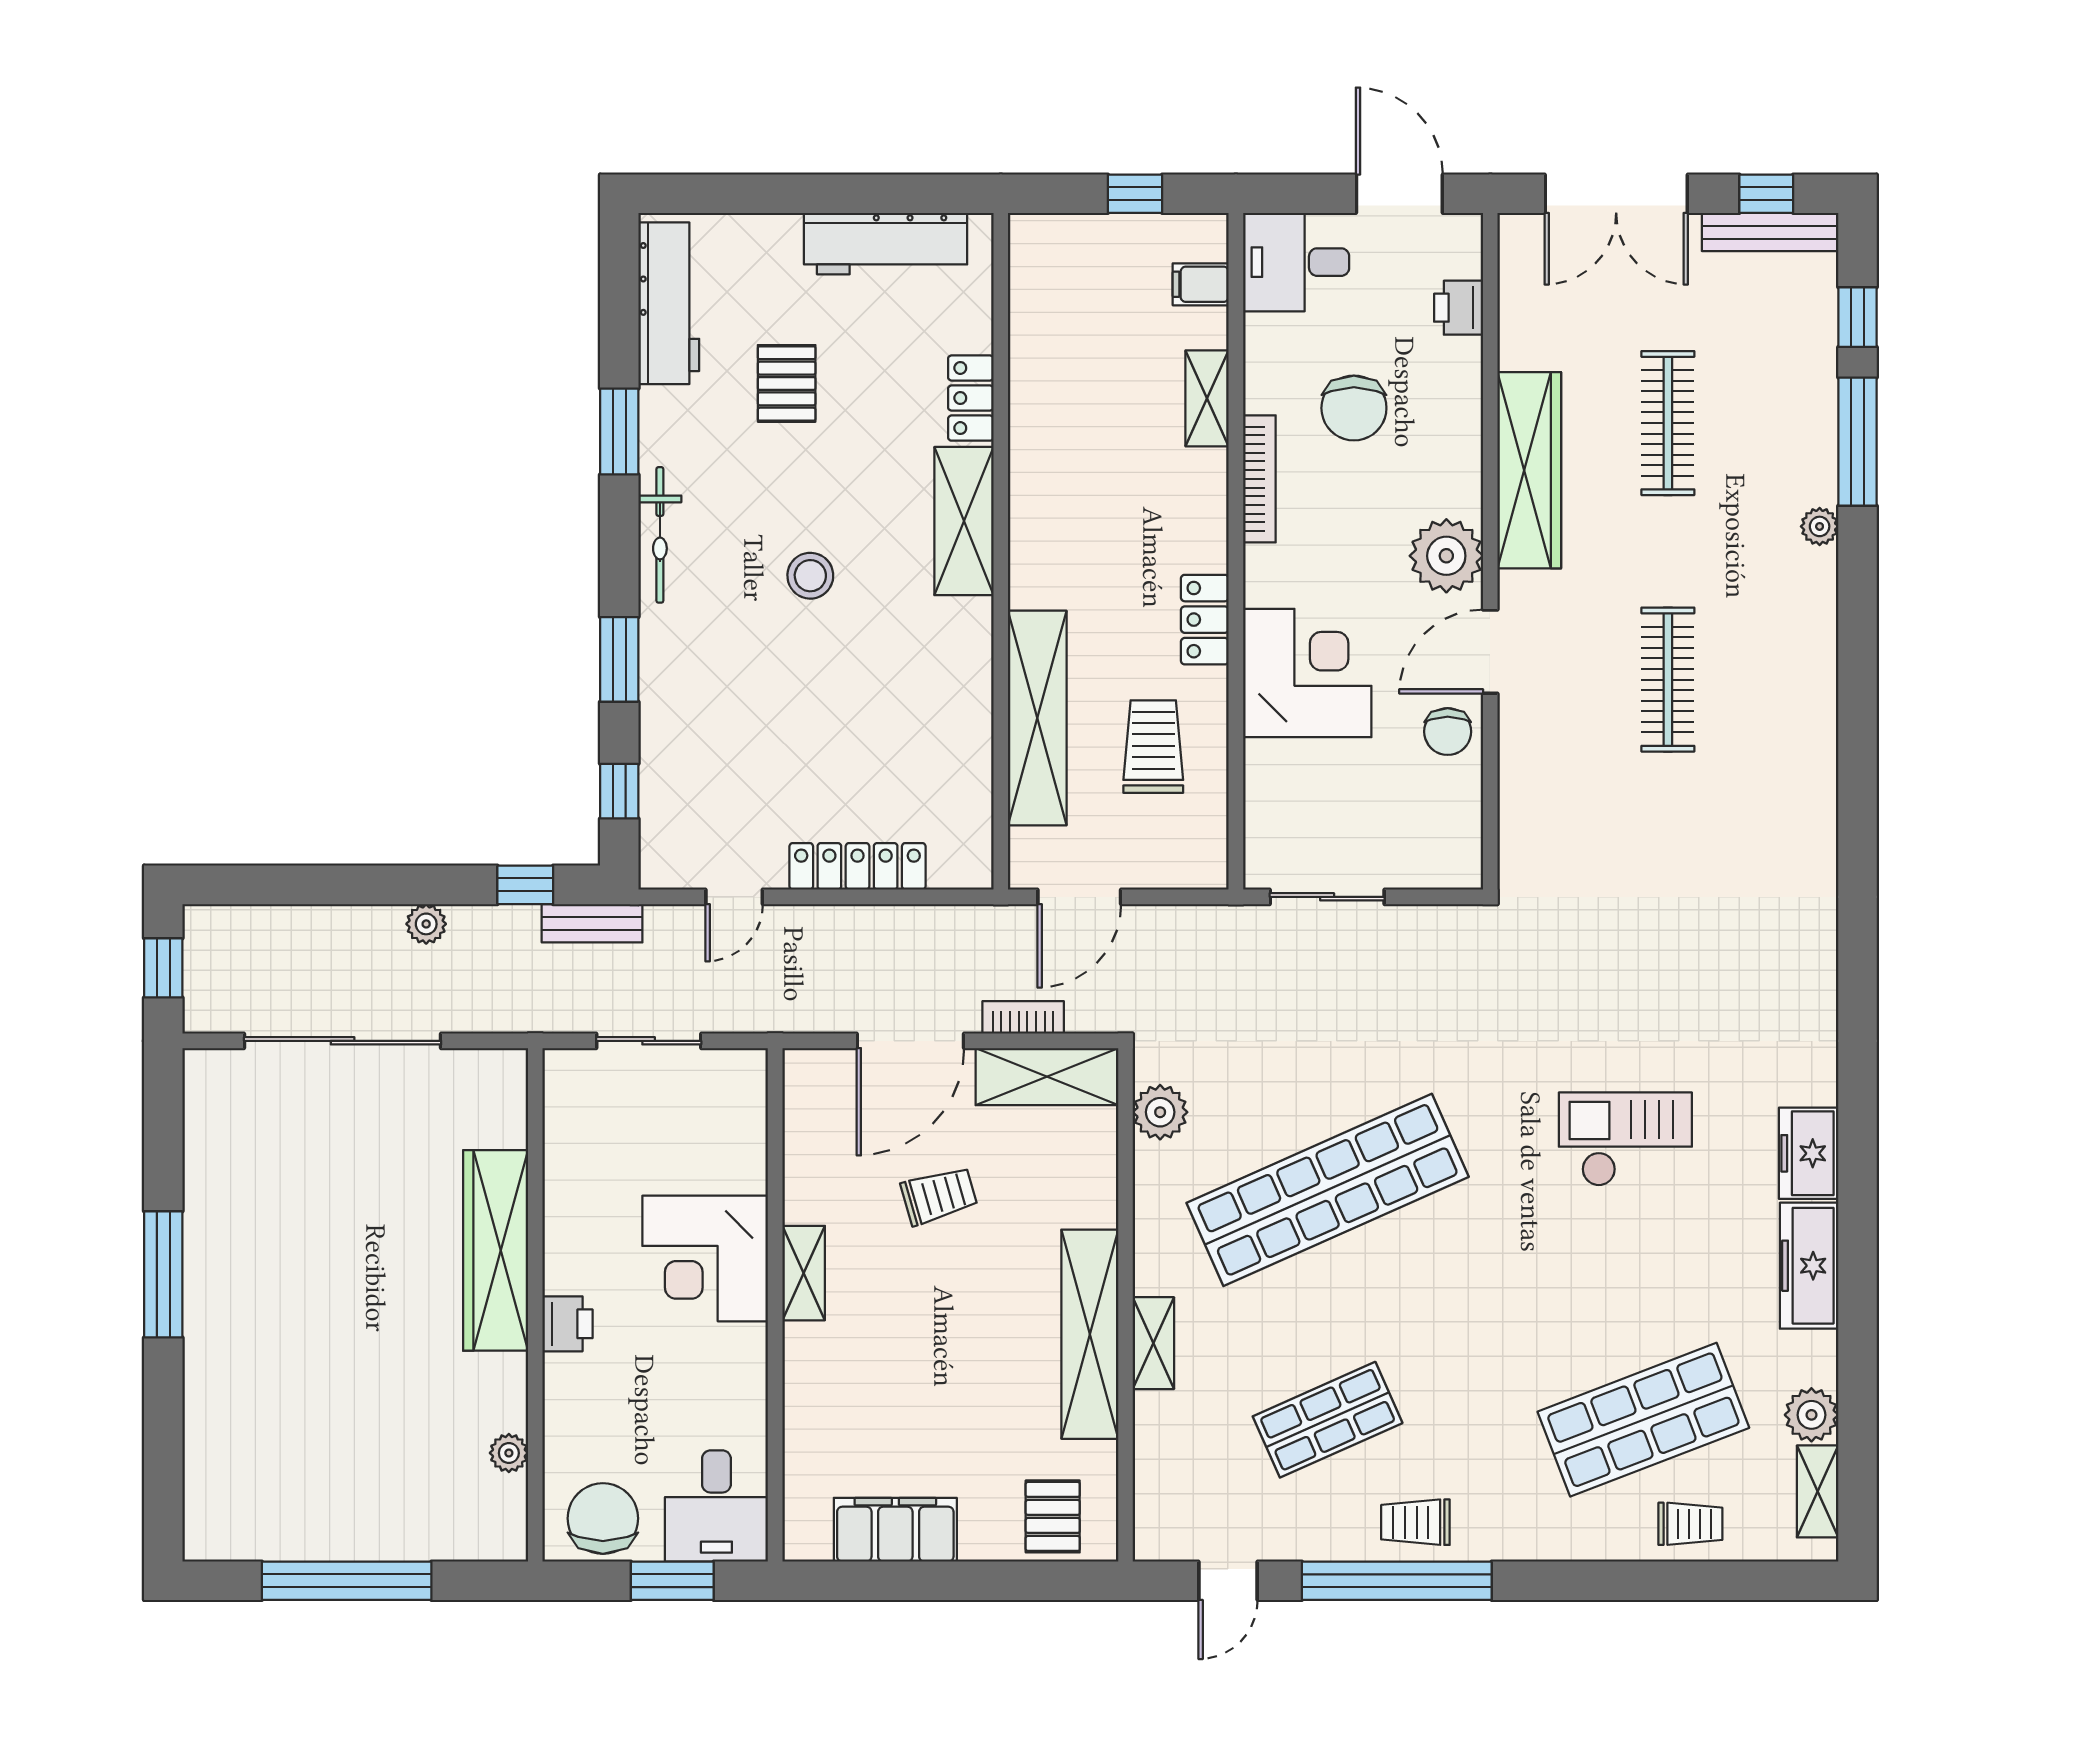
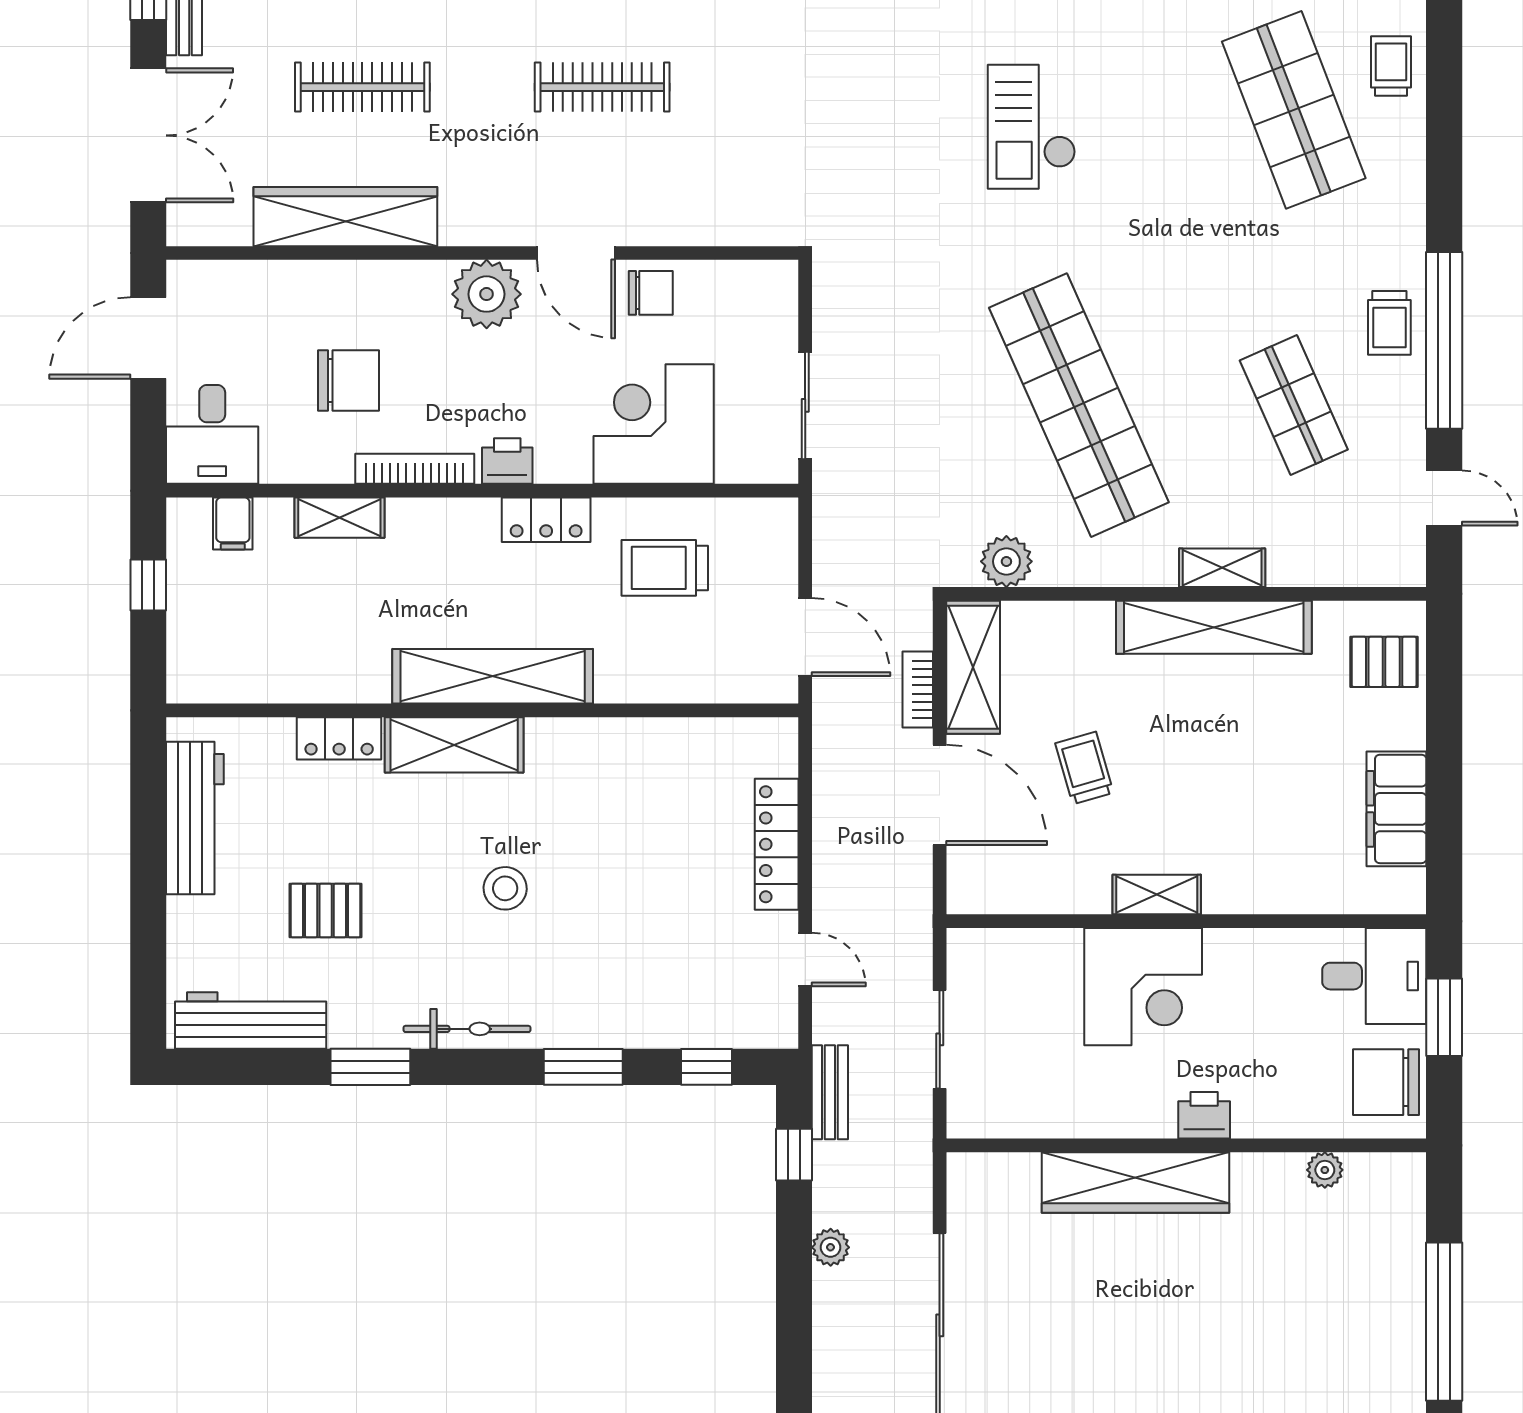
printer: (1459, 308) -> (507, 461), moved, turned 180
wardrobe: (1529, 470) -> (345, 217), moved
corner desk: (1307, 673) -> (654, 424), moved
shelving: (1037, 718) -> (493, 676), moved

